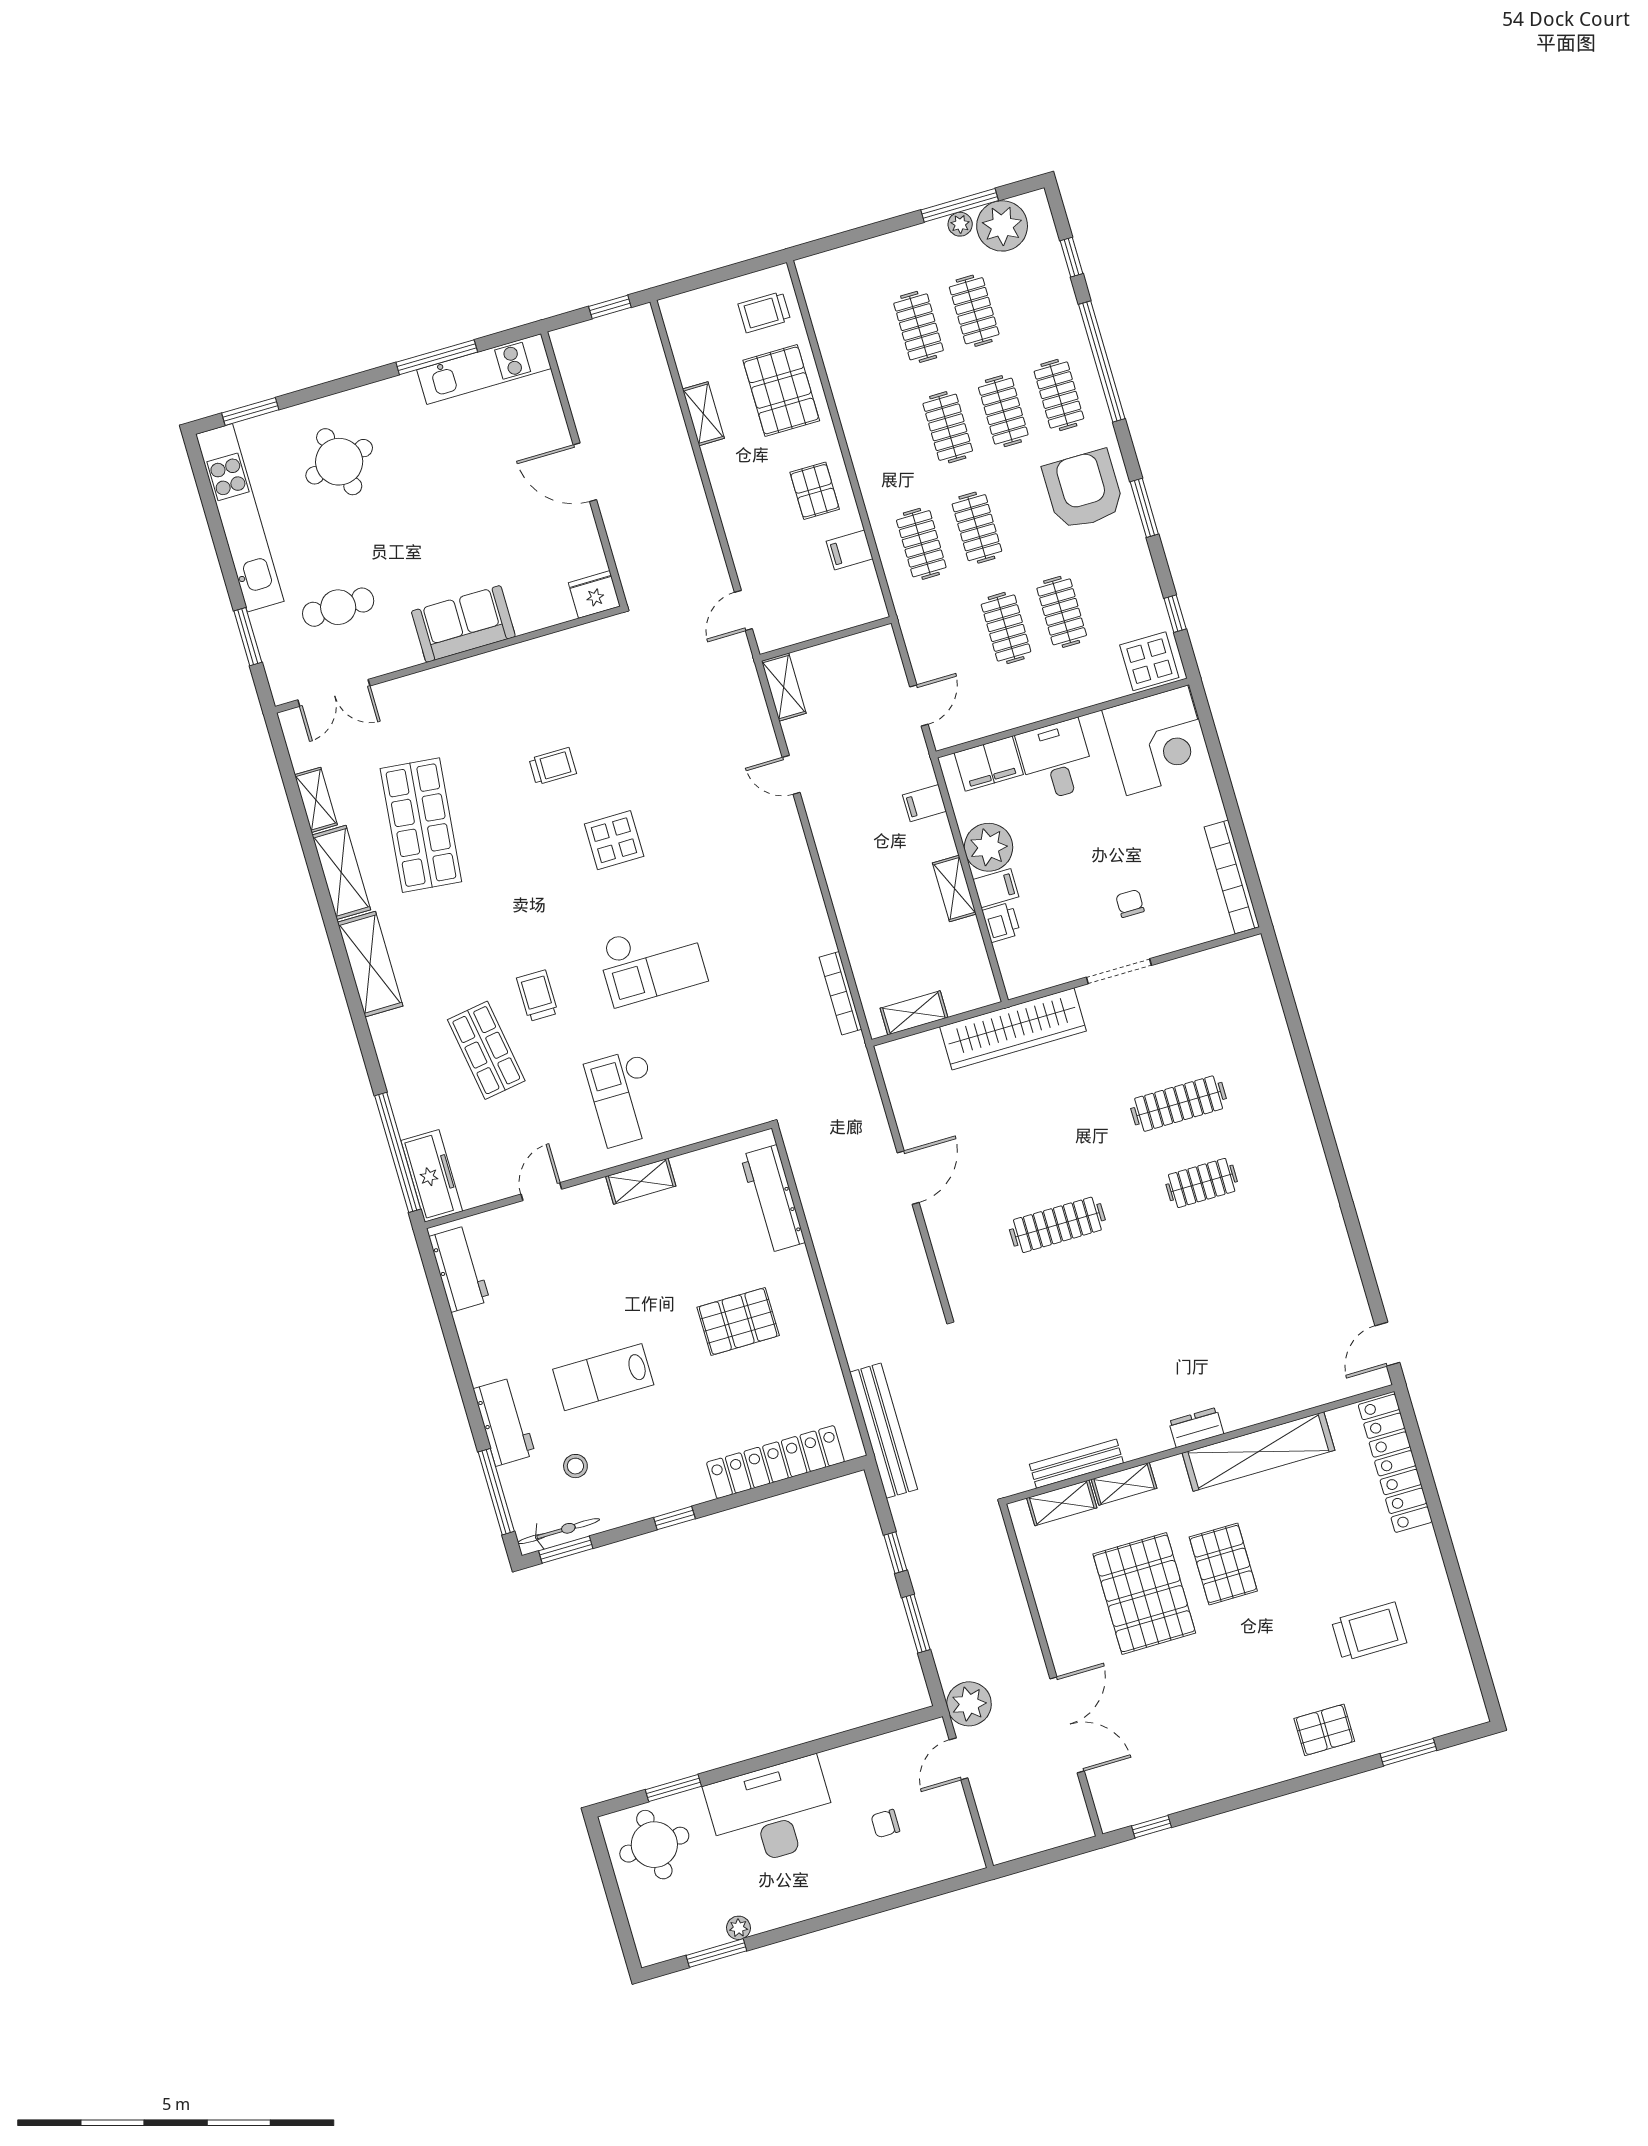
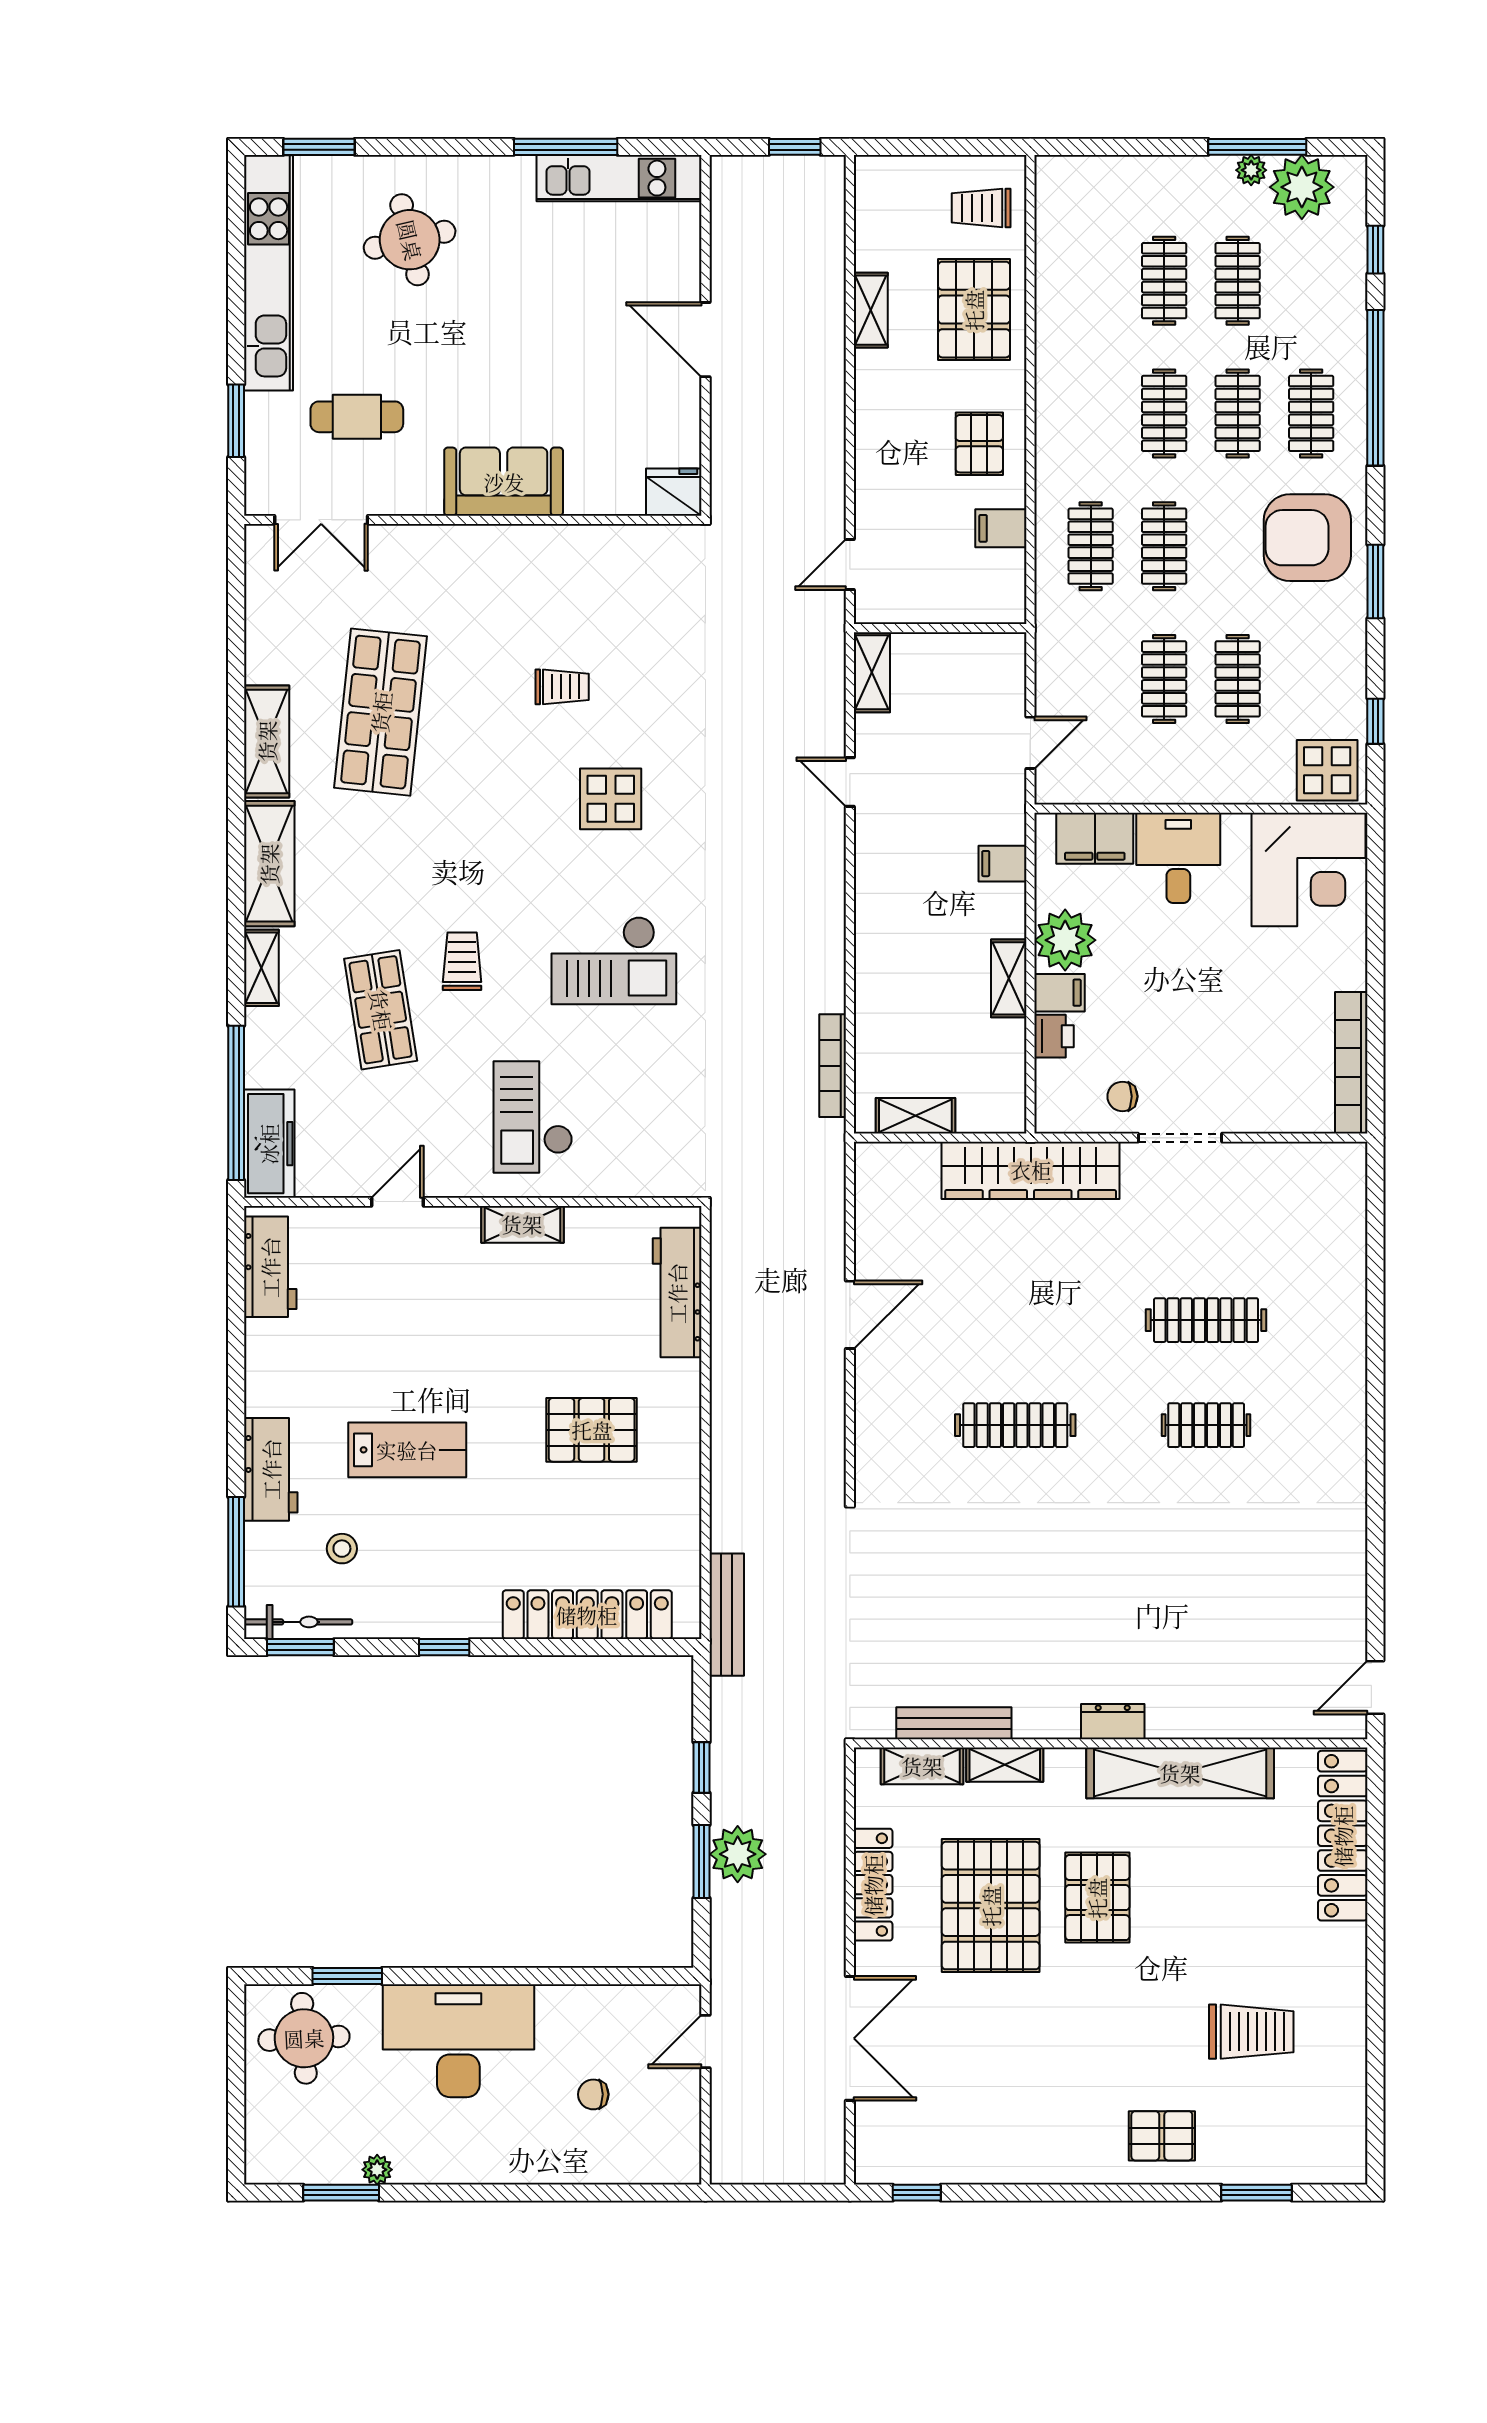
armchair: (1083, 490) -> (1307, 538), turned -90
shelving: (316, 800) -> (261, 968), moved
chair: (1130, 903) -> (1122, 1096), moved, turned -90
lab bench: (603, 1377) -> (407, 1450), turned 180
bench: (884, 1431) -> (727, 1615), width x0.73, depth x0.82
locker: (1051, 1603) -> (873, 1885), added
plant: (969, 1704) -> (738, 1854), moved

